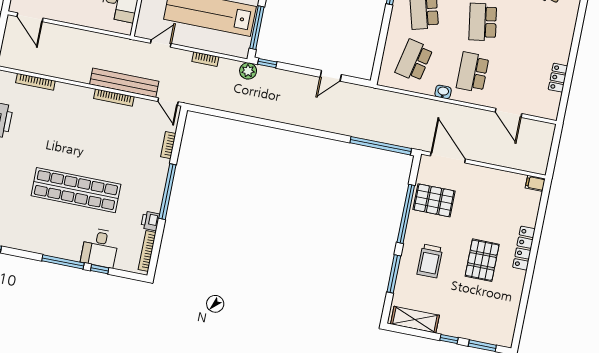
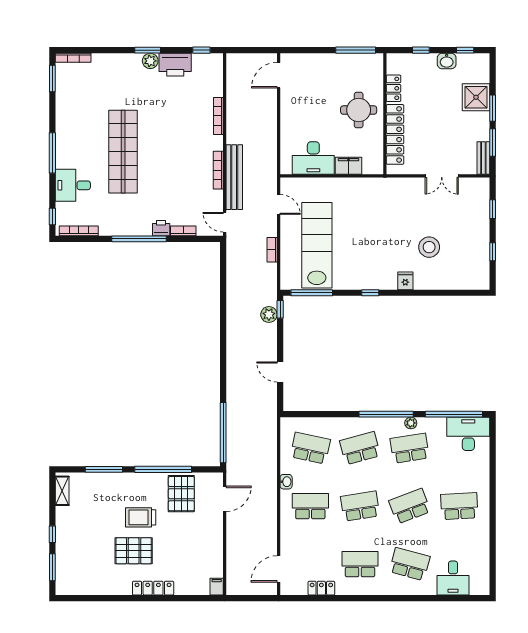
school desk: (541, 34) -> (360, 564), added
plant: (248, 71) -> (269, 315), moved
bookcase: (35, 82) -> (218, 116), moved
door: (168, 102) -> (225, 222), hinge flipped
door: (508, 113) -> (279, 569), moved
door: (448, 158) -> (225, 499), width x0.73
printer: (150, 221) -> (161, 228), moved
trolley: (430, 261) -> (141, 517), moved
window: (100, 269) -> (52, 217), moved
shelving: (415, 320) -> (62, 491), width x0.67, depth x0.75

